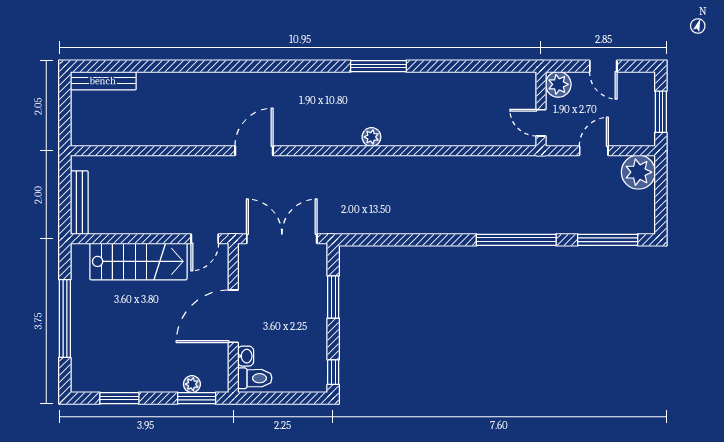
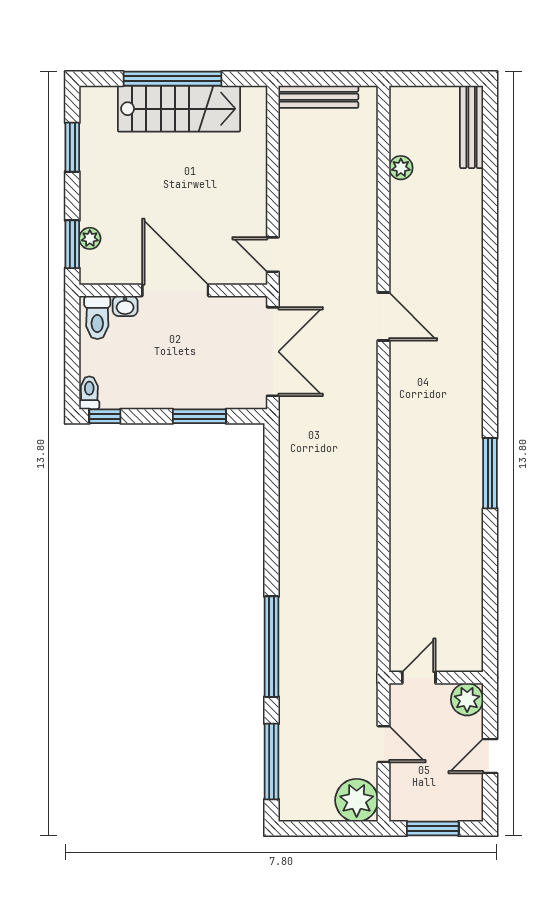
plant: (371, 137) -> (401, 168), moved
stairs: (138, 261) -> (179, 109), moved, turned -90
toilet: (315, 385) -> (89, 393), added

